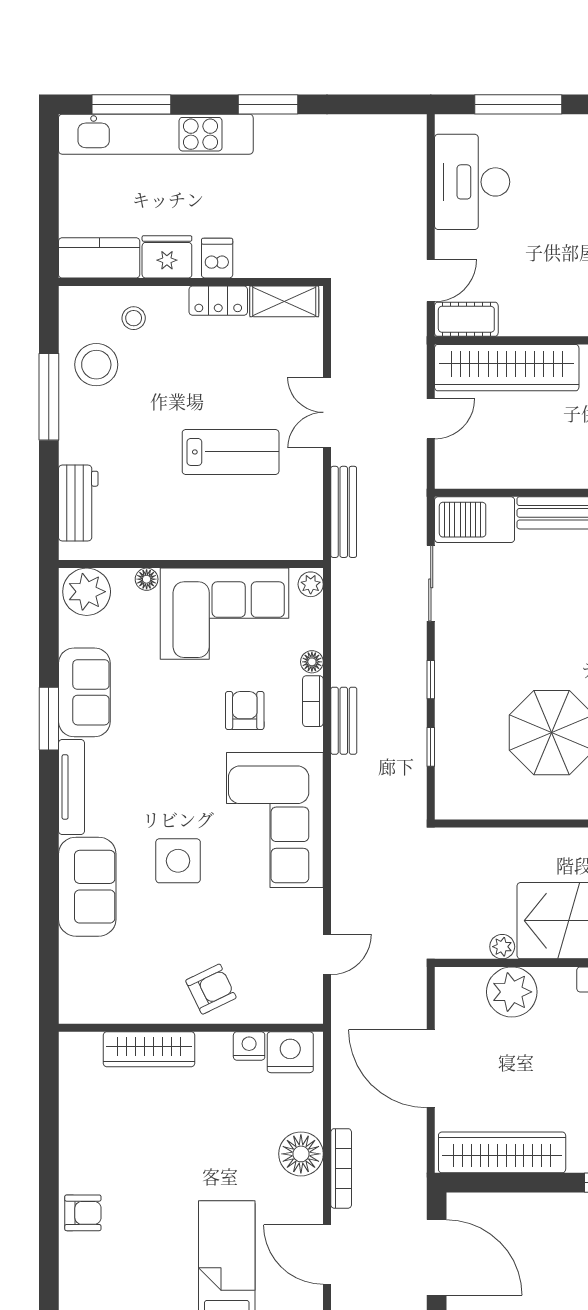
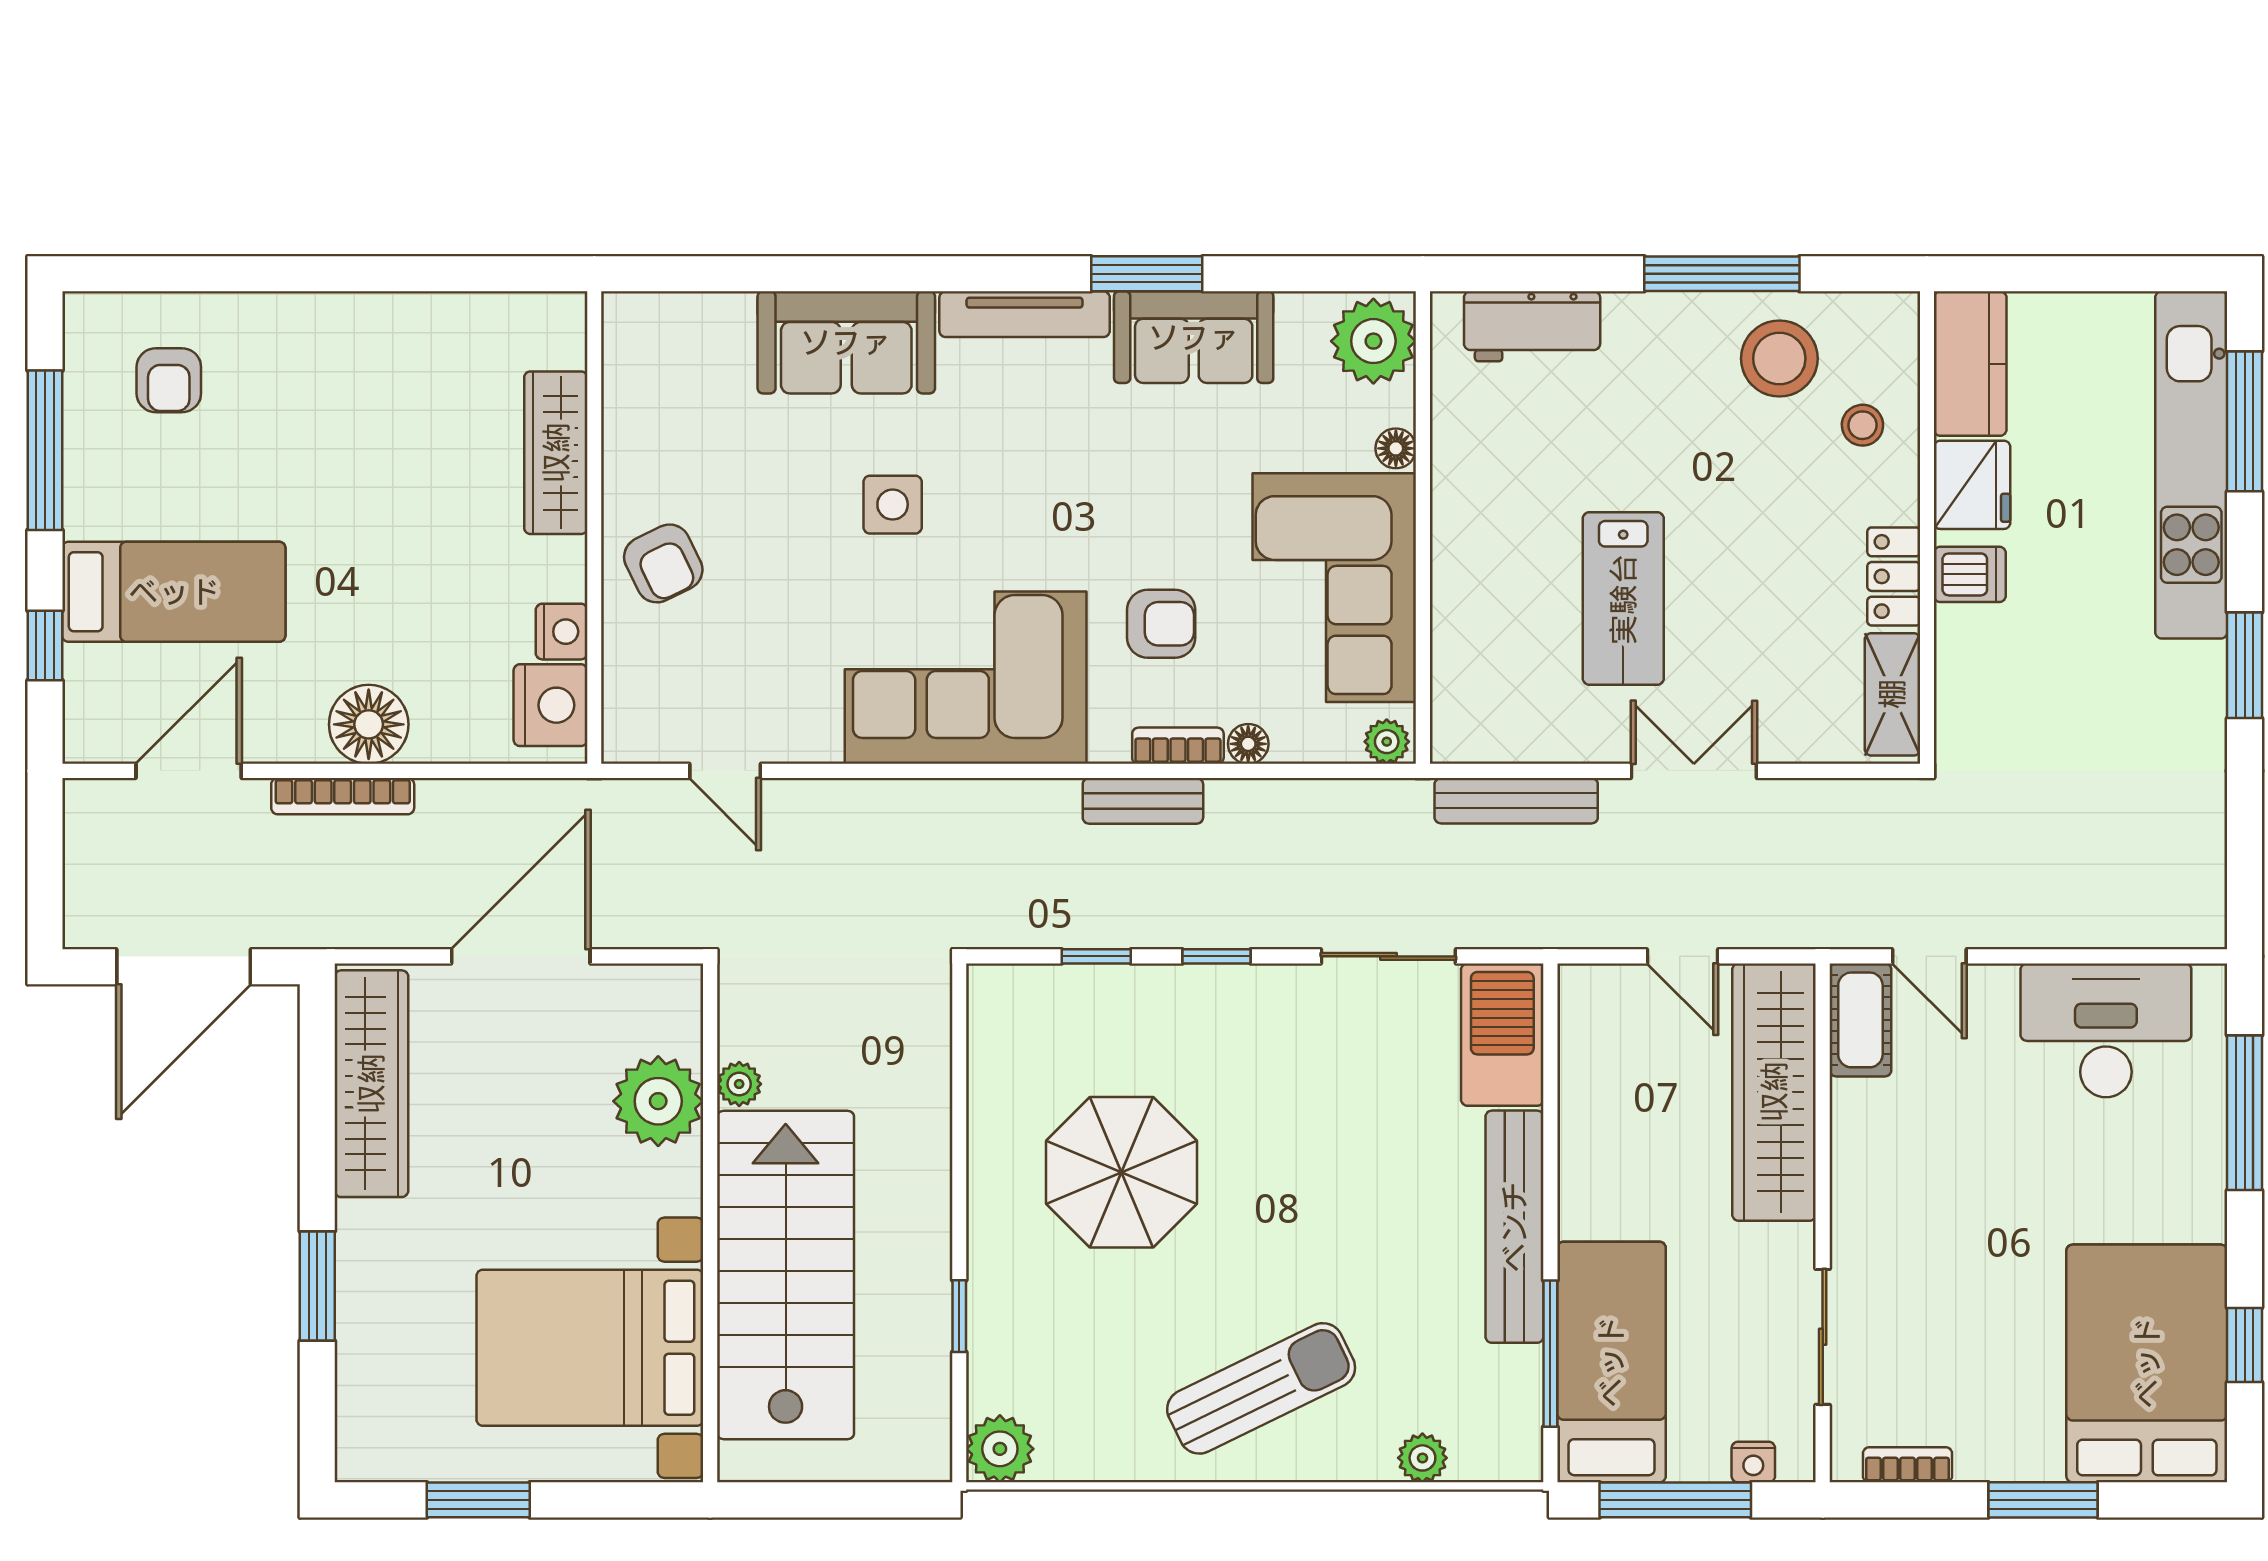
side table: (178, 861) -> (893, 505), width x0.73, depth x0.73
armchair: (83, 1213) -> (169, 380), moved

